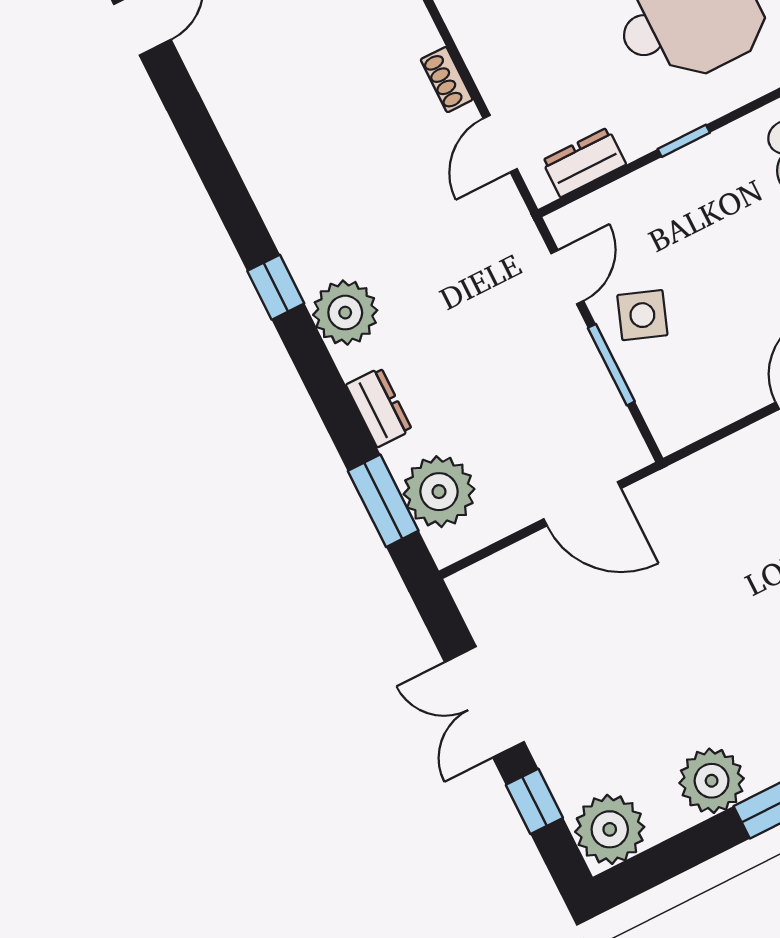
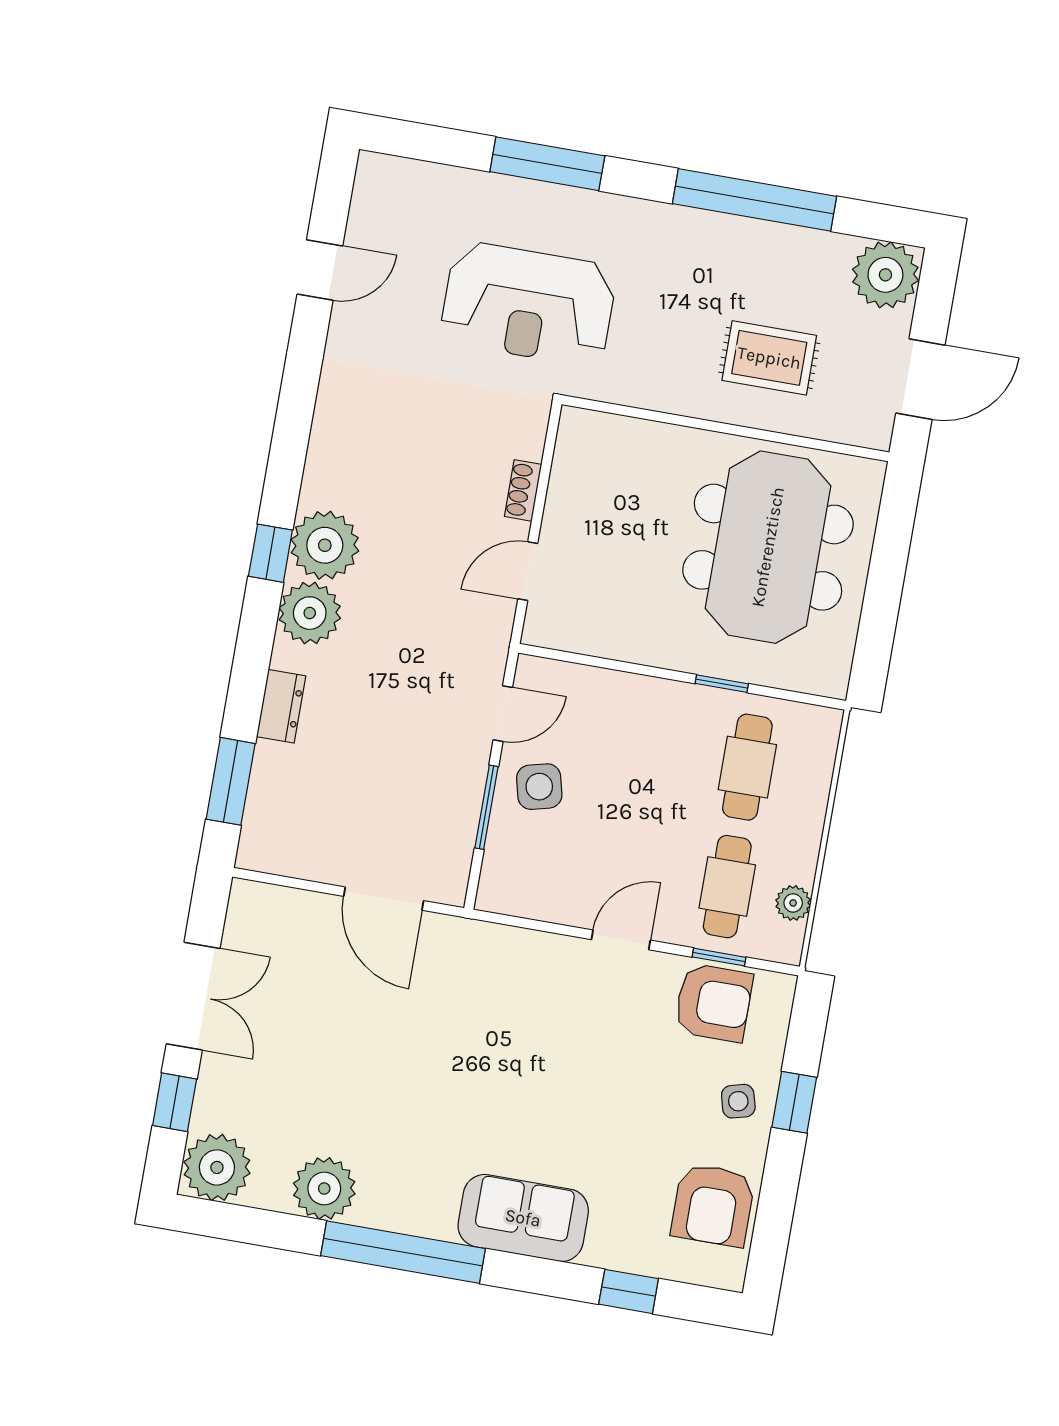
window: (684, 141) -> (722, 684), moved
dresser: (584, 162) -> (582, 634), removed
side table: (642, 315) -> (539, 787), turned -34
plant: (439, 492) -> (325, 545), moved
double door: (484, 702) -> (193, 996), swing flipped

